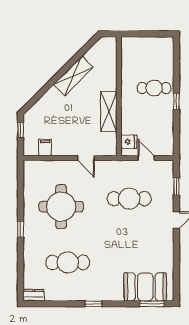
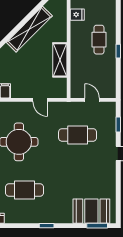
shelving: (73, 76) -> (29, 29), width x1.47
cafe table: (154, 88) -> (99, 40), turned 90
fridge: (129, 142) -> (77, 15), moved

